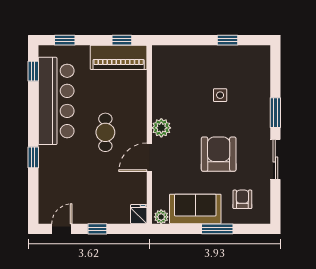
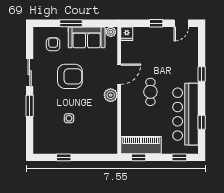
window: (33, 71) -> (202, 122), moved
armchair: (219, 154) -> (70, 76), turned -90
armchair: (242, 199) -> (53, 44), turned 180

